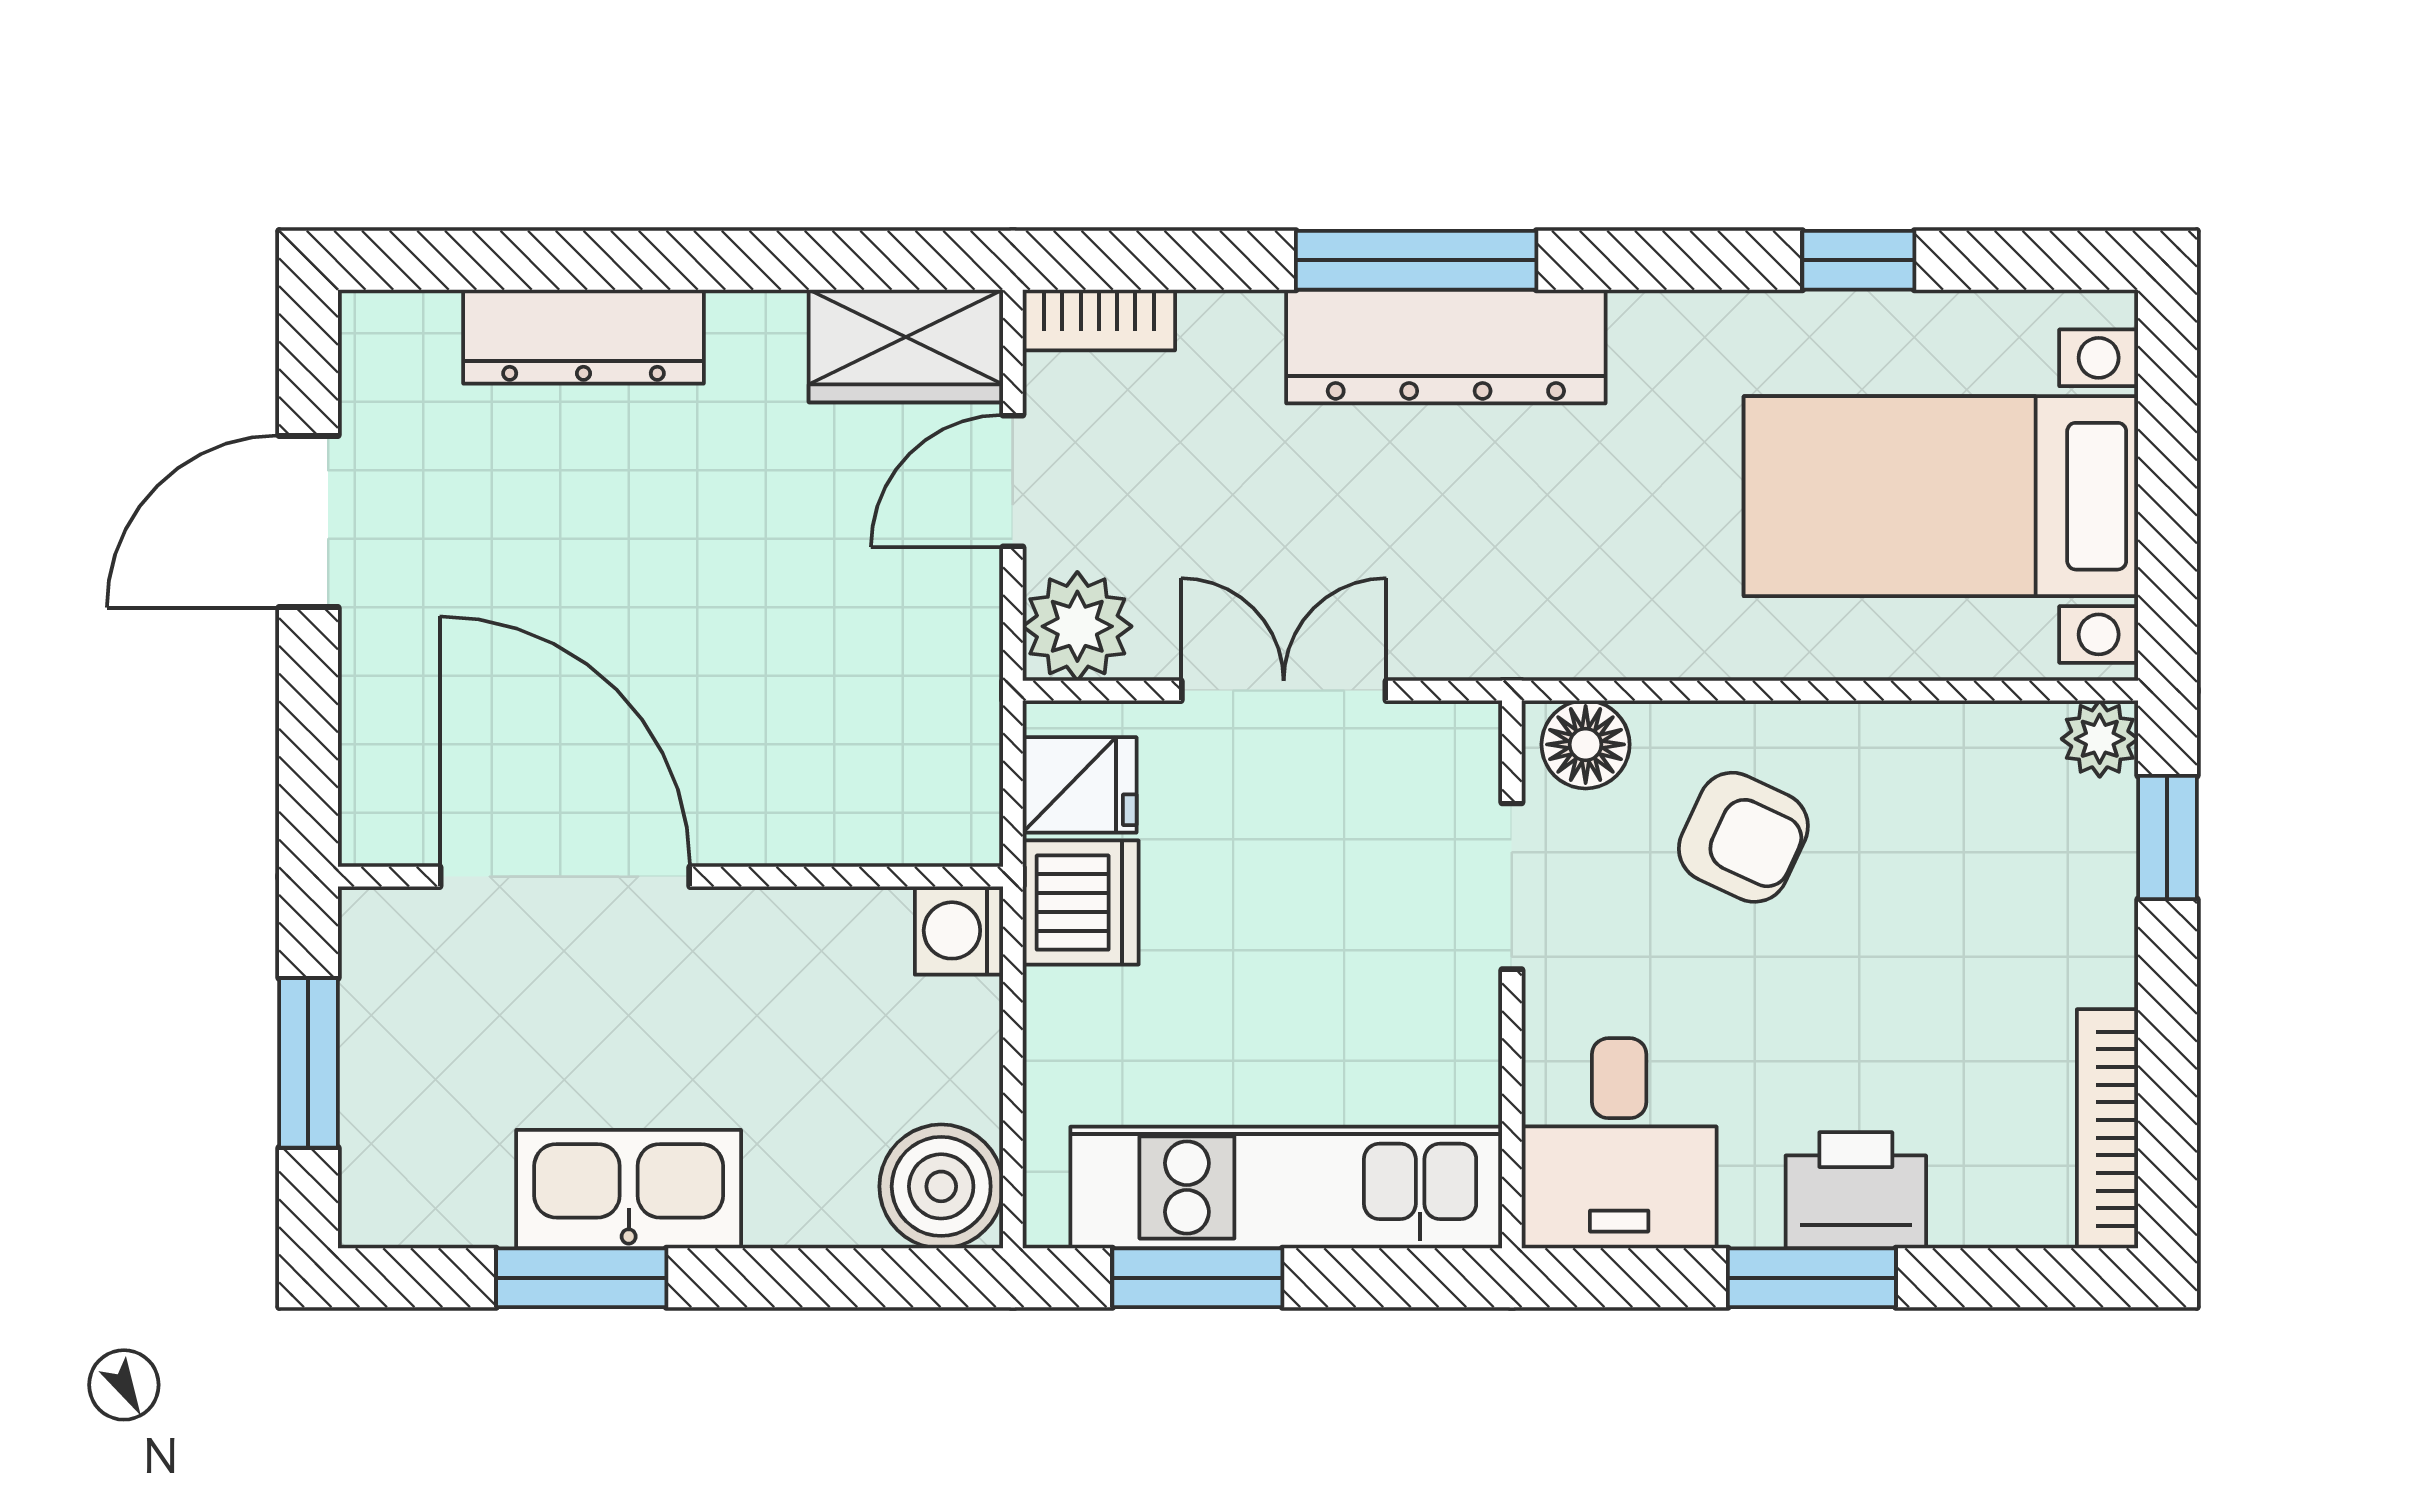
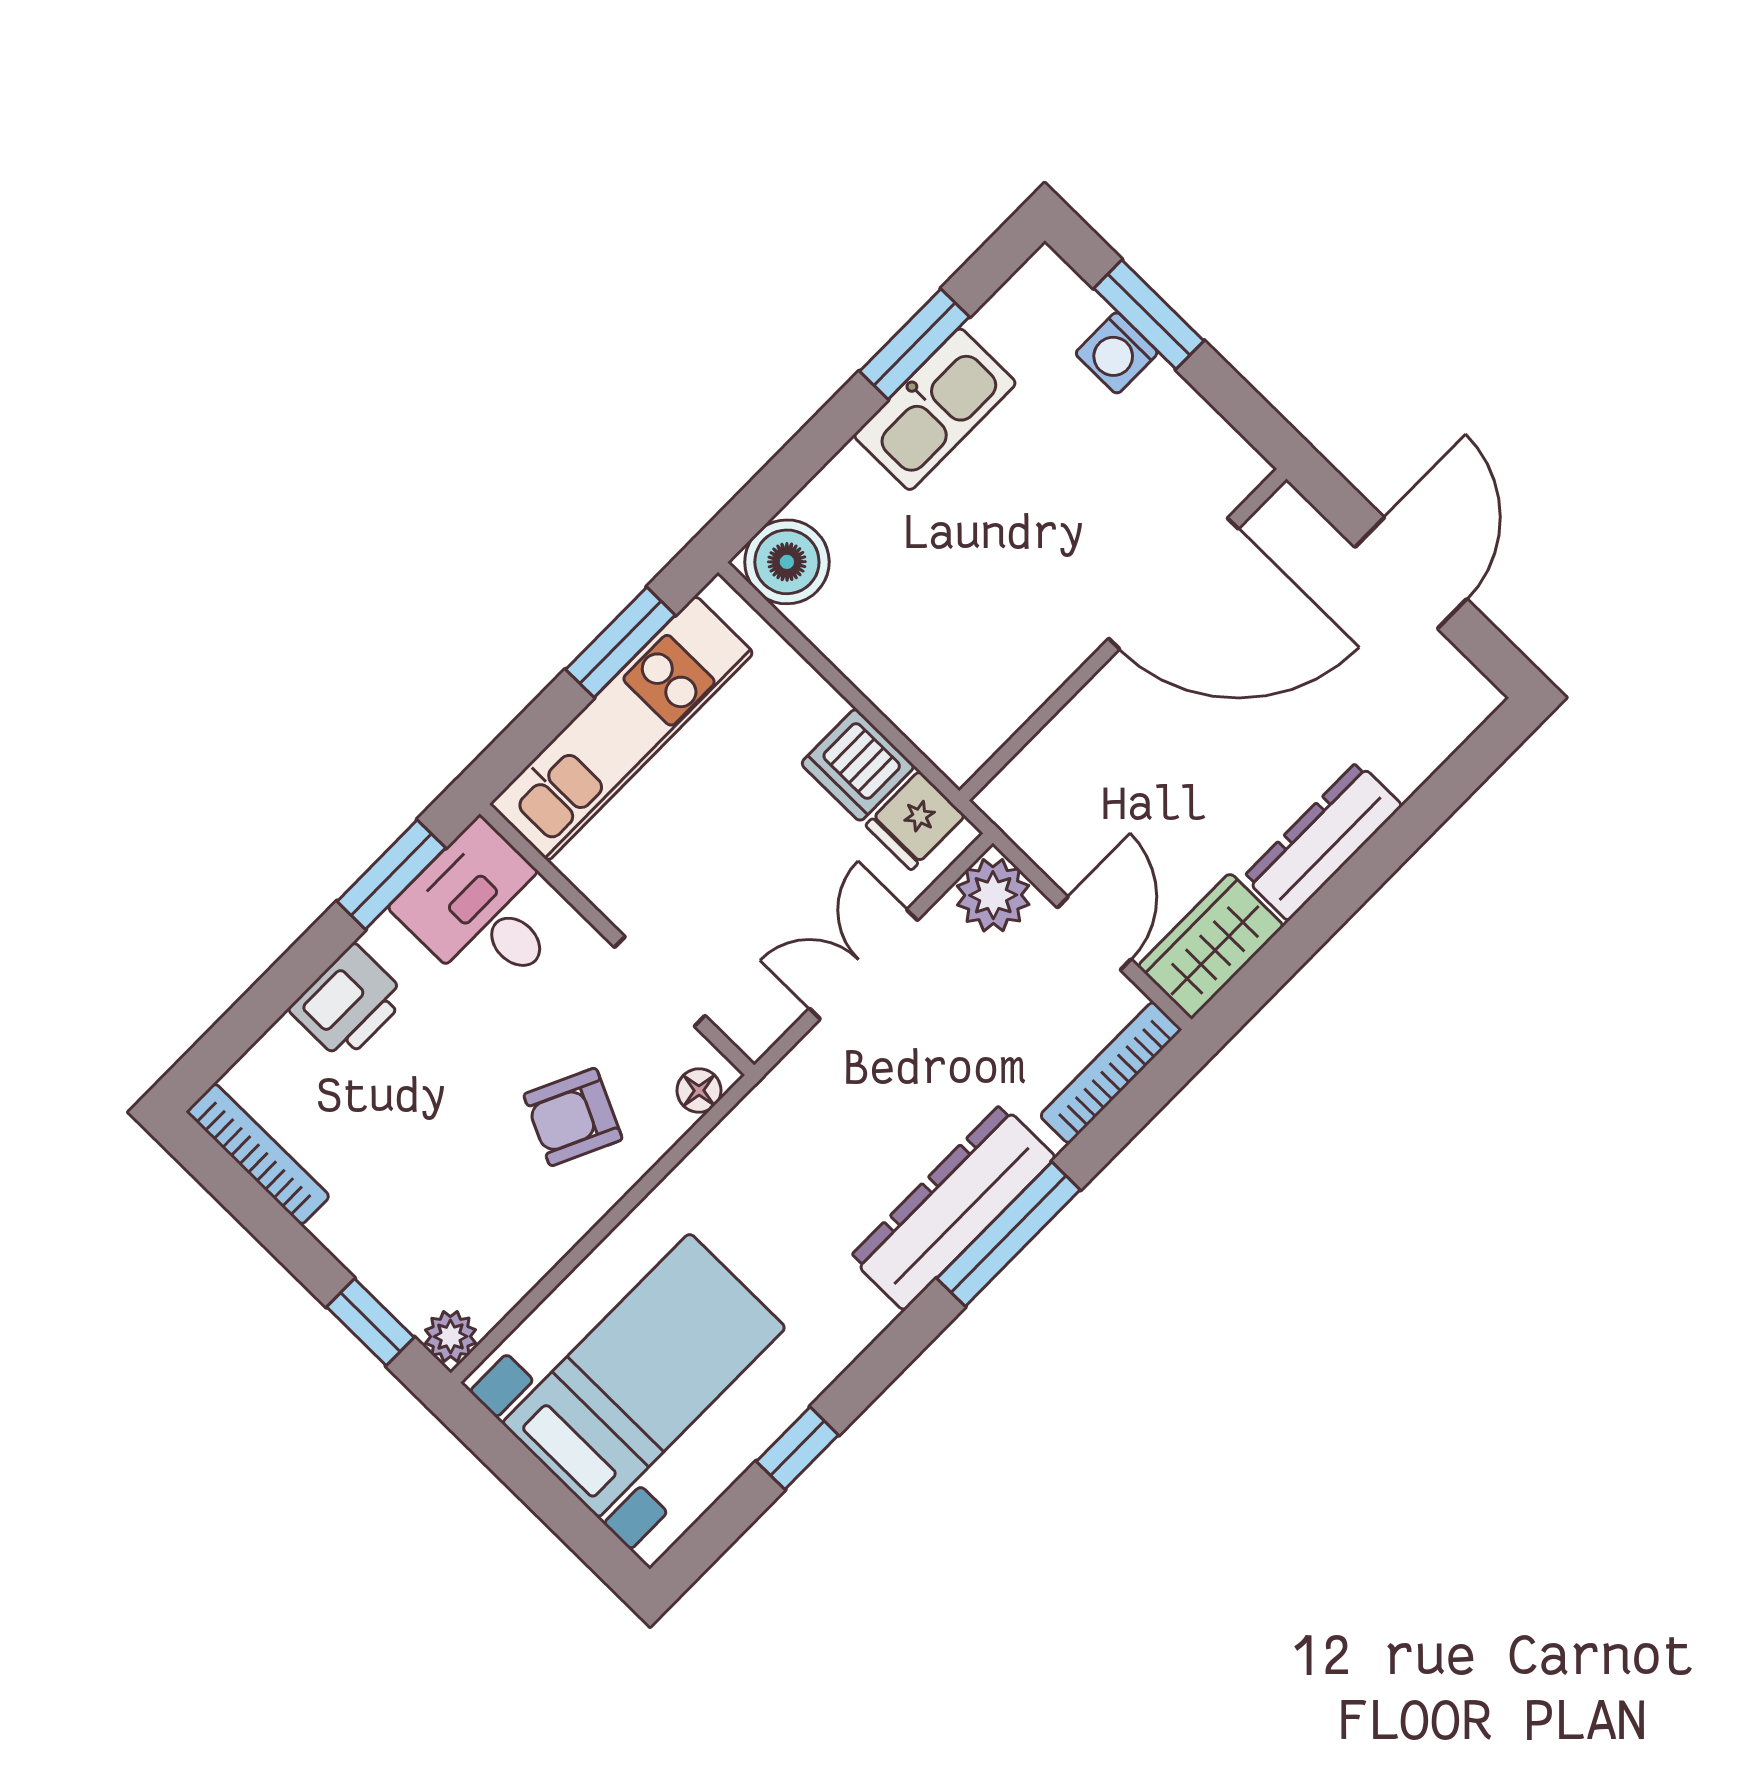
bookcase: (1099, 320) -> (1111, 1073), width x1.56
dresser: (583, 337) -> (1323, 841), moved
double door: (1284, 691) -> (863, 964), swing flipped
floor lamp: (1586, 744) -> (699, 1090), width x0.73, depth x0.73
door: (565, 877) -> (1173, 584), moved
wall: (670, 877) -> (1123, 635), moved
washing machine: (959, 930) -> (1117, 353), moved, turned 180
window: (1812, 1278) -> (391, 875), moved

